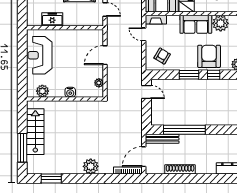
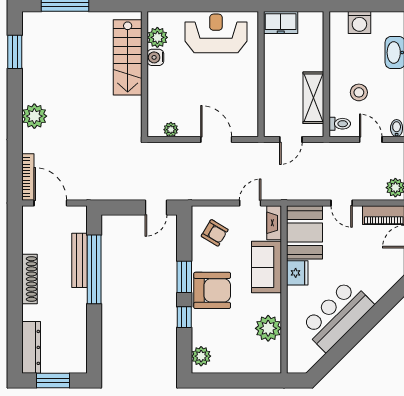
freezer: (52, 19) -> (281, 23), moved, turned 90
sofa: (196, 24) -> (266, 267), moved
armchair: (209, 56) -> (212, 290), moved
water cooler: (70, 92) -> (155, 57), moved
stairs: (35, 132) -> (128, 57), moved, turned 90
bench: (162, 139) -> (79, 260), moved
shoe rack: (180, 169) -> (29, 279), moved

